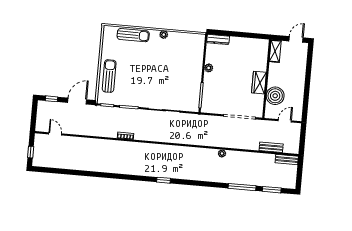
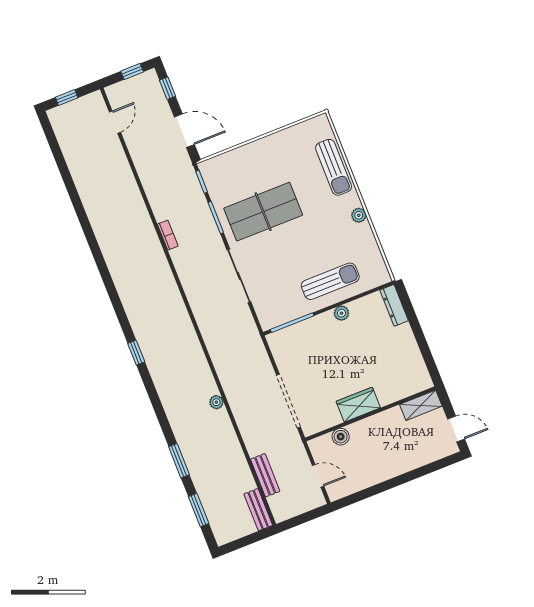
sun lounger: (109, 76) -> (330, 281), moved
table tennis table: (138, 82) -> (263, 212), added
boiler: (275, 96) -> (341, 437), width x0.54, depth x0.54
window: (34, 112) -> (132, 72), added
window: (163, 180) -> (136, 353), moved
window: (242, 187) -> (179, 461), width x0.69

